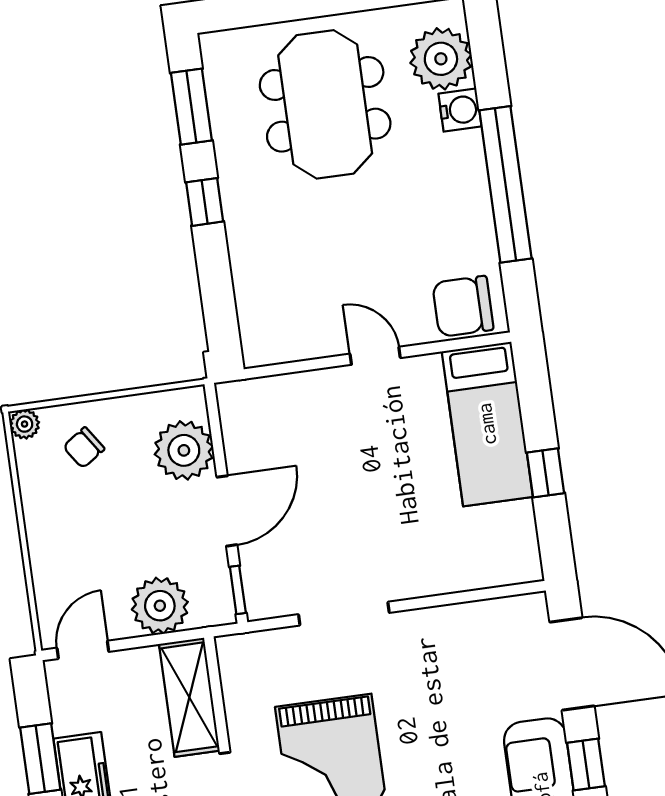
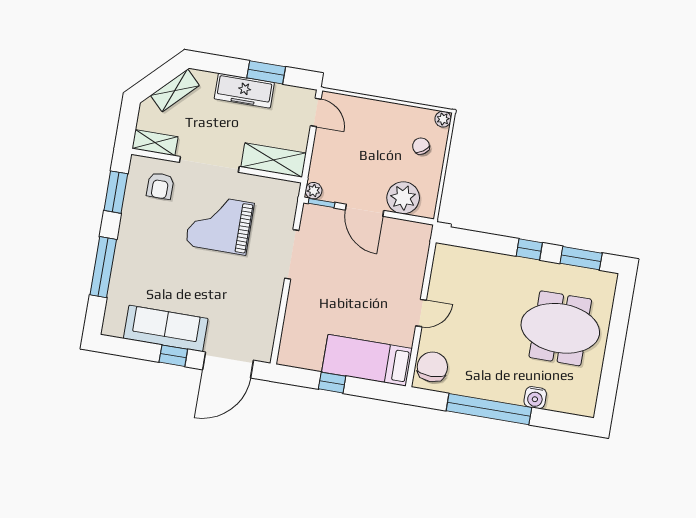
plant: (441, 59) -> (565, 396), removed
plant: (160, 606) -> (314, 191), moved, width x0.53, depth x0.53

